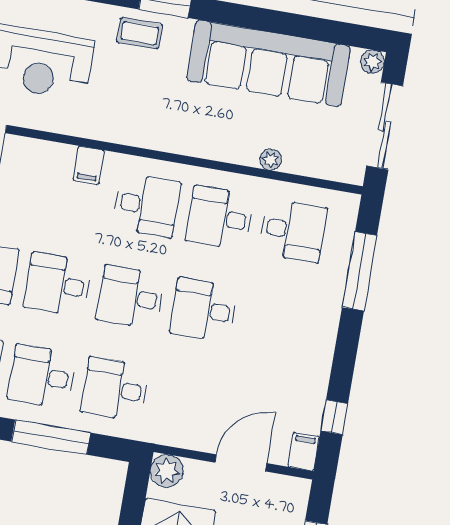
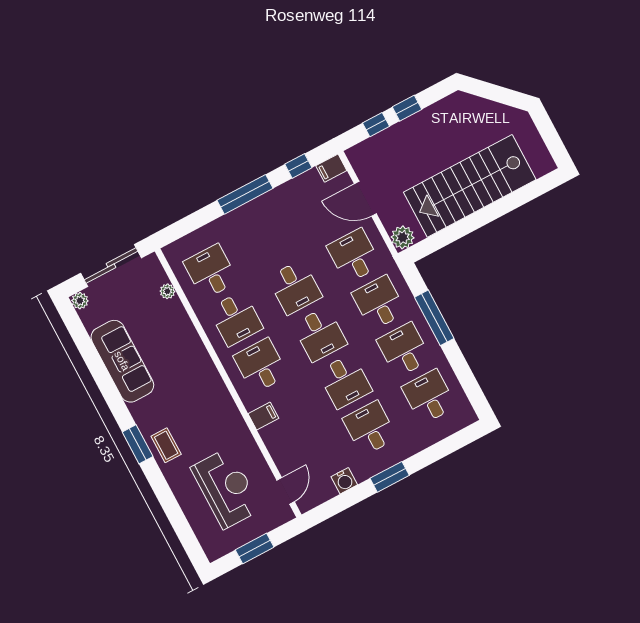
sofa: (268, 63) -> (122, 361), width x0.74, depth x0.79
plant: (271, 160) -> (167, 291), moved
window: (360, 271) -> (245, 194), moved
desk: (42, 376) -> (404, 350), turned 180
desk: (115, 389) -> (379, 303), turned 180
desk: (188, 402) -> (354, 256), added

